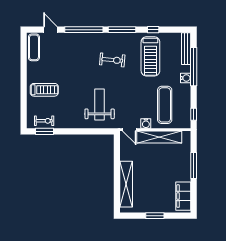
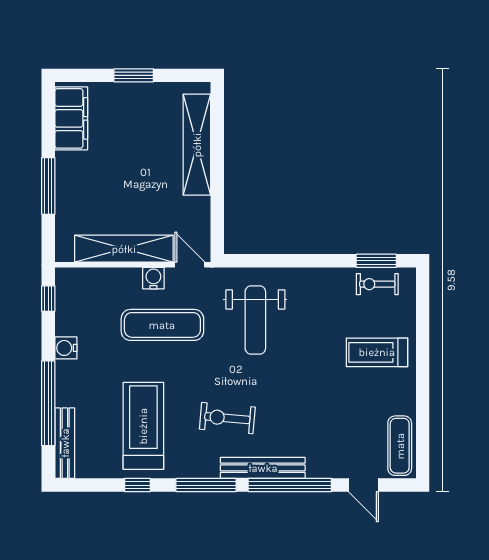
bench: (96, 37) -> (263, 468), added
water cooler: (186, 78) -> (66, 348), moved
exercise mat: (165, 105) -> (162, 325), moved, turned 90

